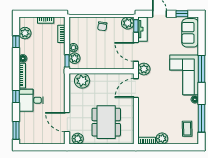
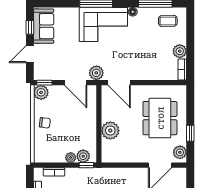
tv unit: (143, 29) -> (48, 74), removed
sofa: (190, 33) -> (44, 26), moved, turned -90
door: (136, 52) -> (76, 83), hinge flipped
plant: (82, 81) -> (110, 131), moved
dining table: (106, 122) -> (160, 118), turned 90
window: (94, 147) -> (190, 133), added

